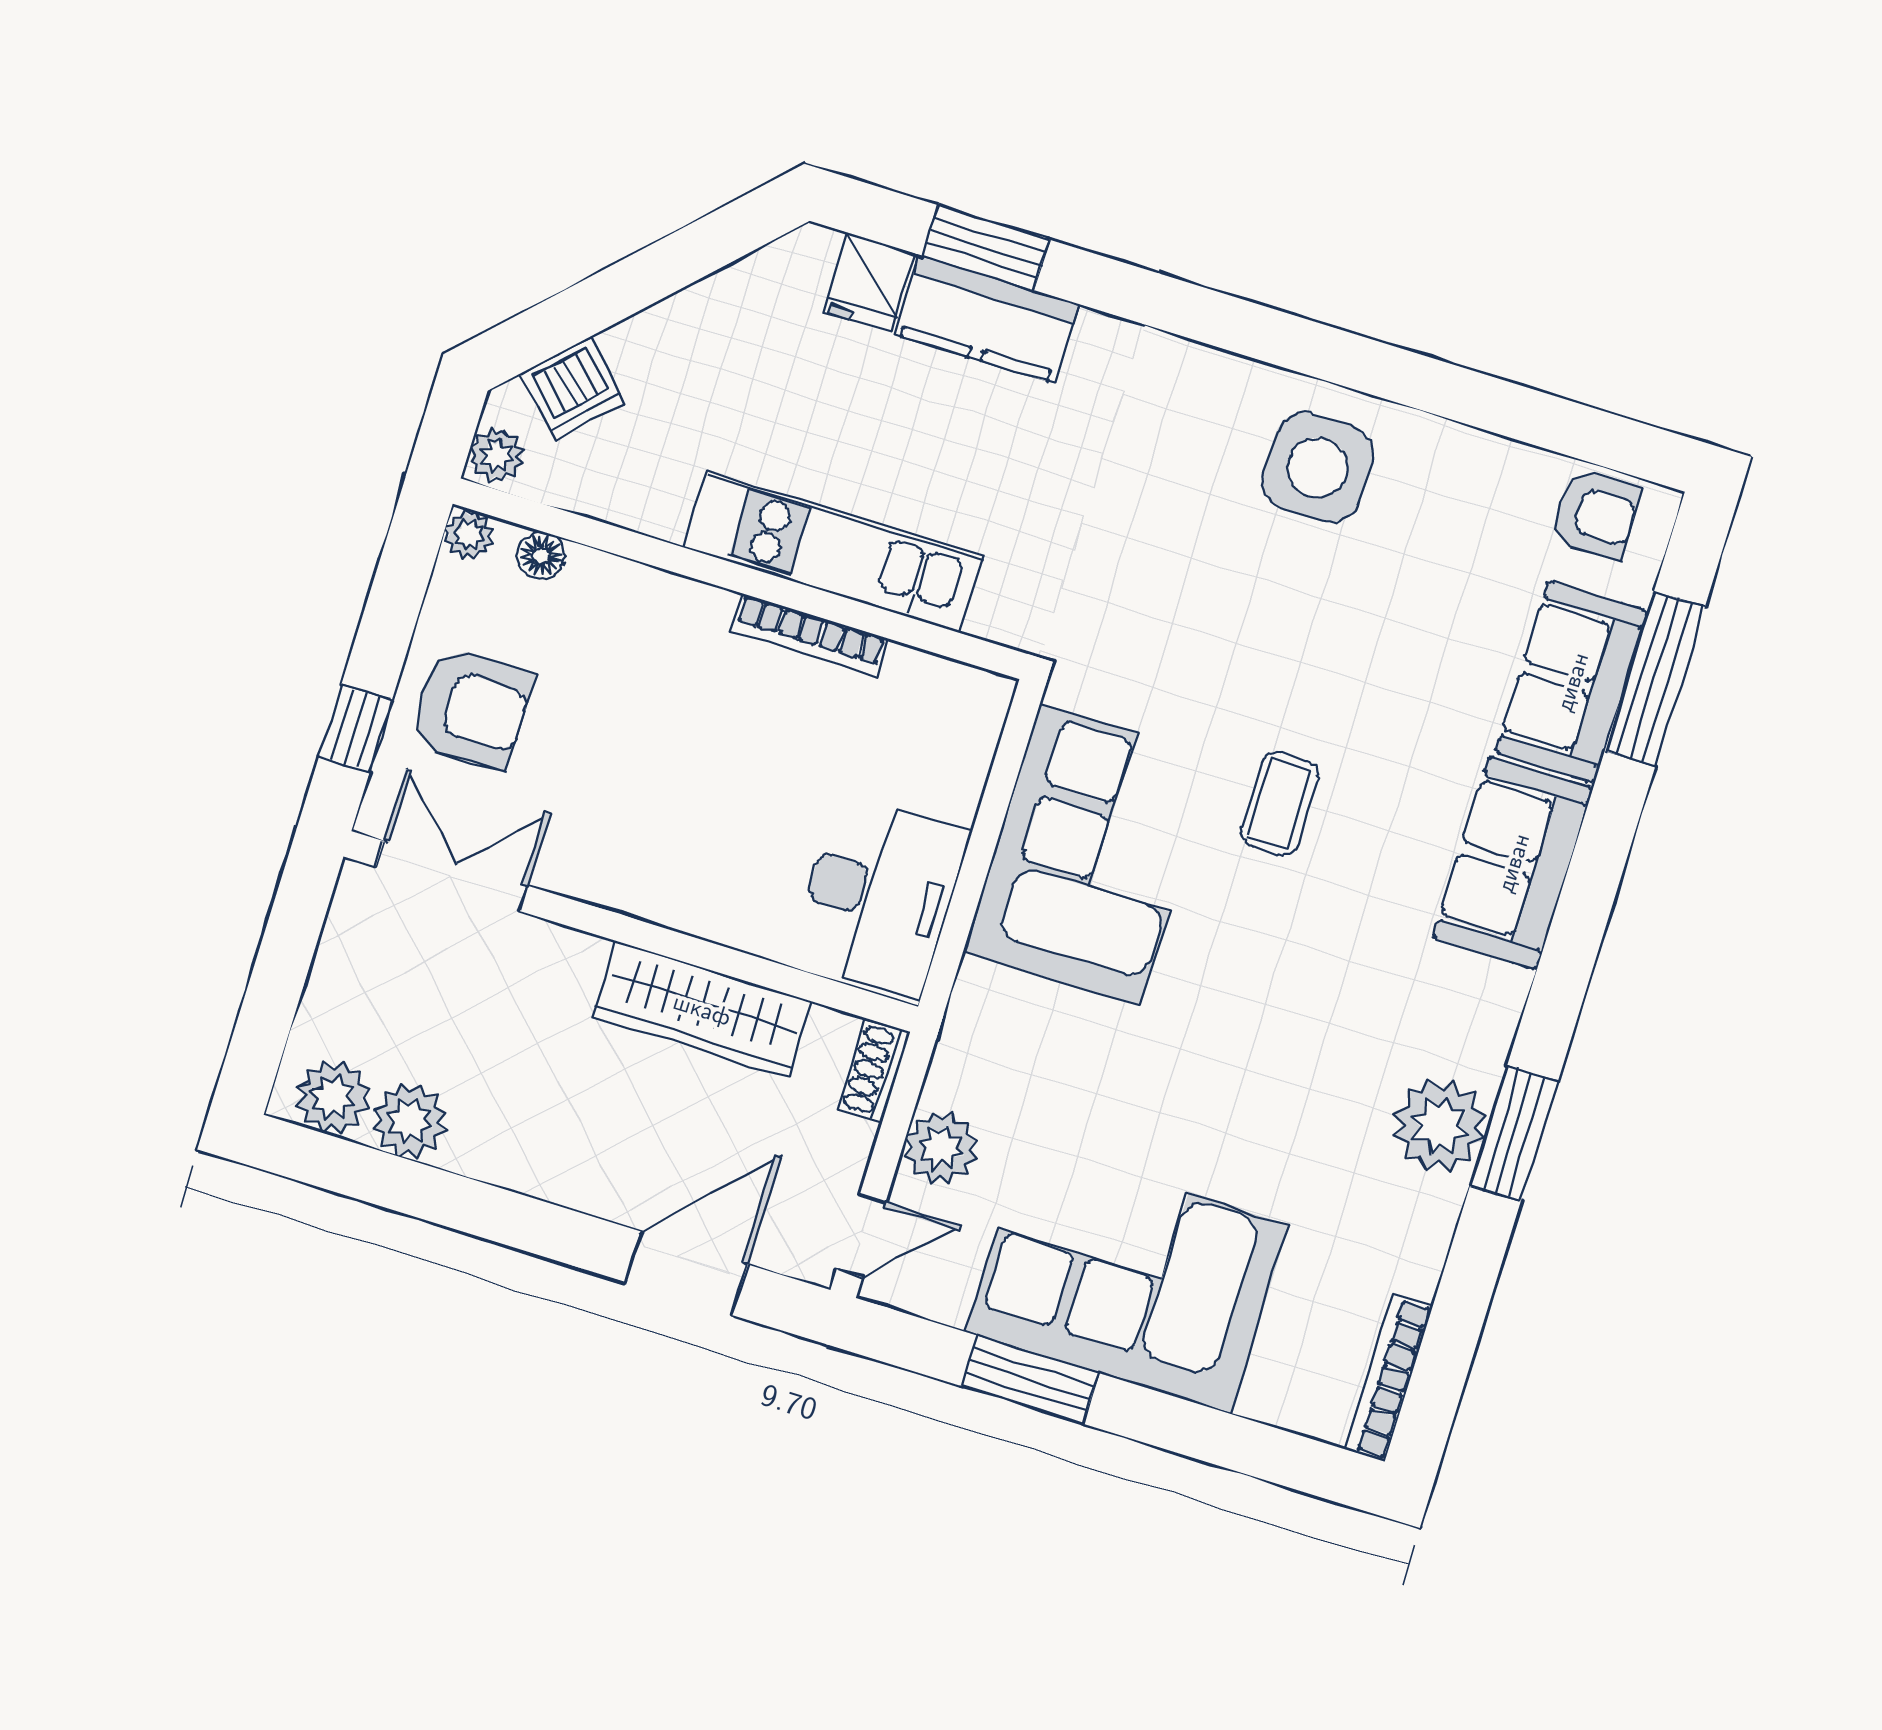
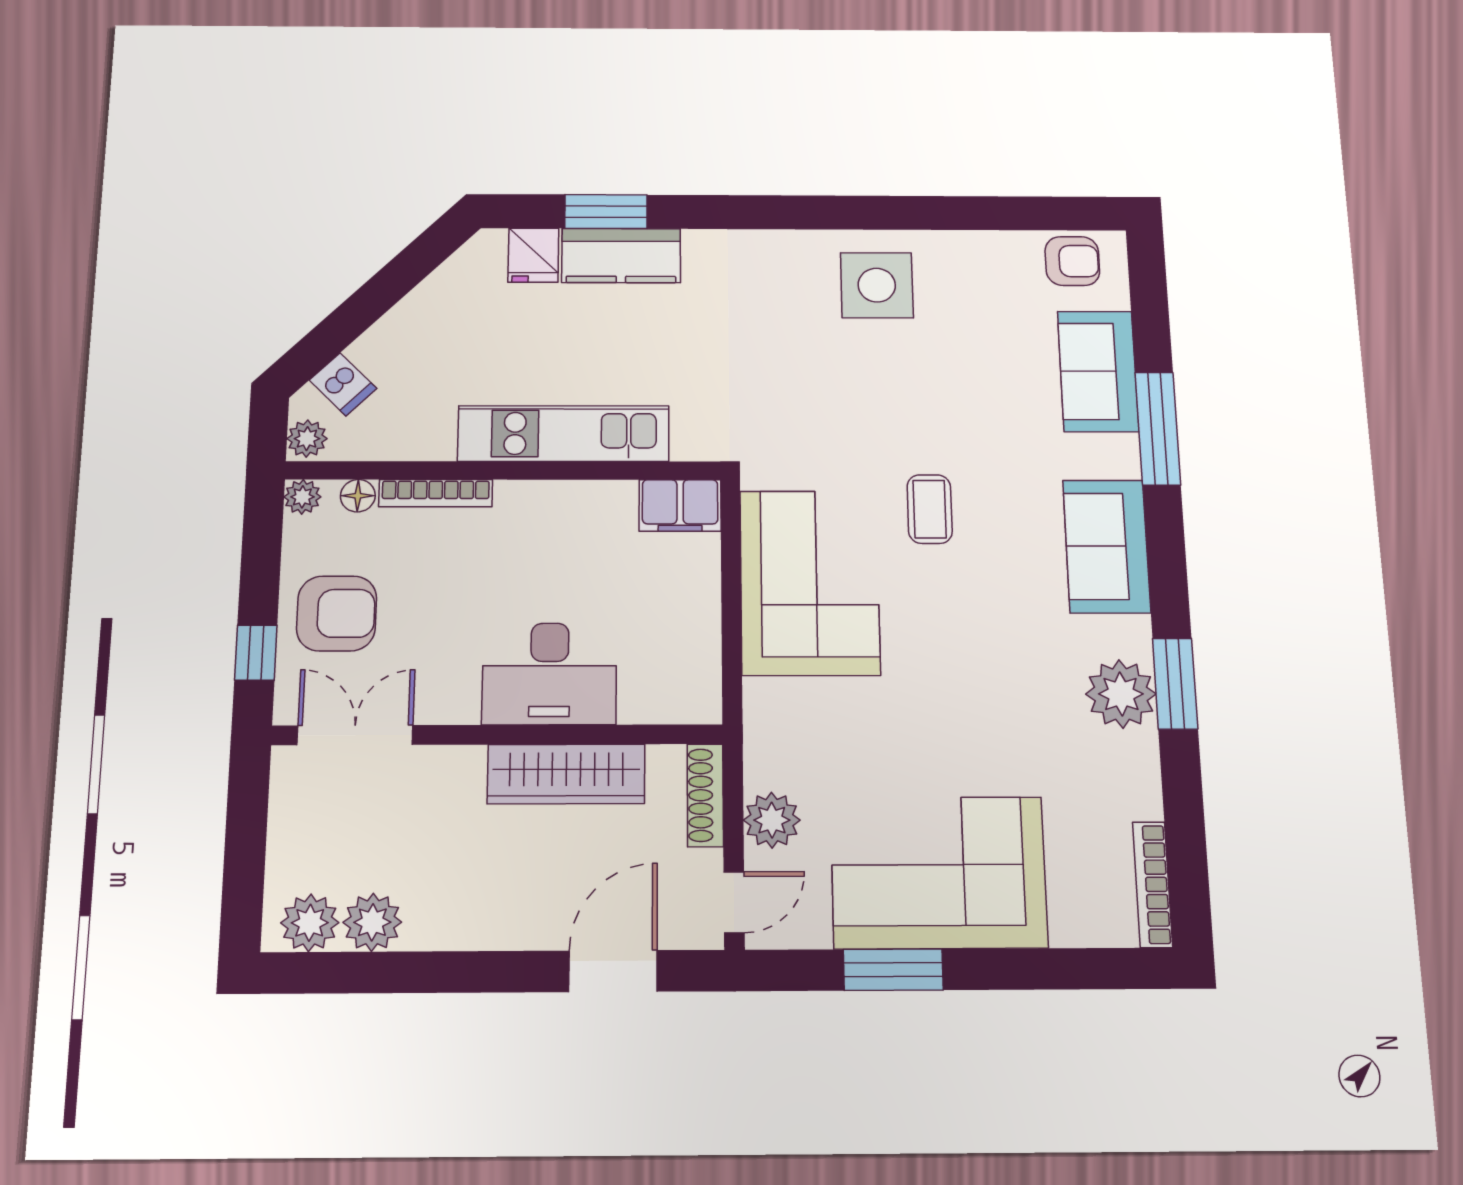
dishwasher: (573, 388) -> (343, 384), width x0.73
bookcase: (810, 635) -> (436, 493), moved
window: (1655, 679) -> (1158, 429), moved
filing cabinet: (955, 698) -> (680, 505), added
sofa: (1513, 863) -> (1106, 546), moved
desk: (880, 896) -> (549, 674), moved, turned 90
shoe rack: (874, 1071) -> (705, 795), width x1.43

